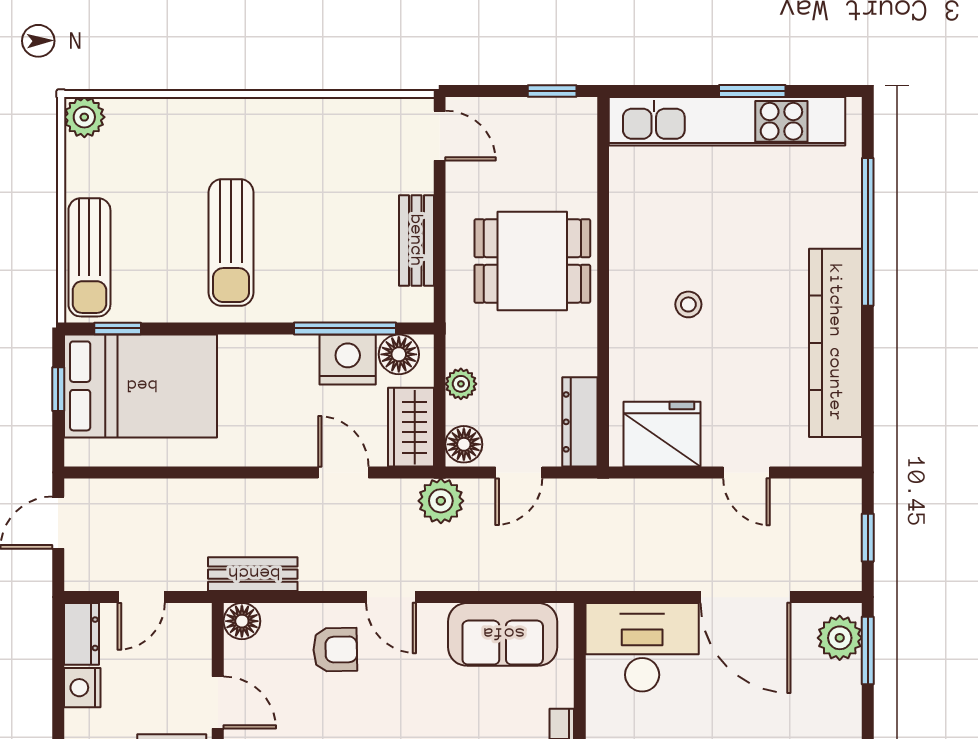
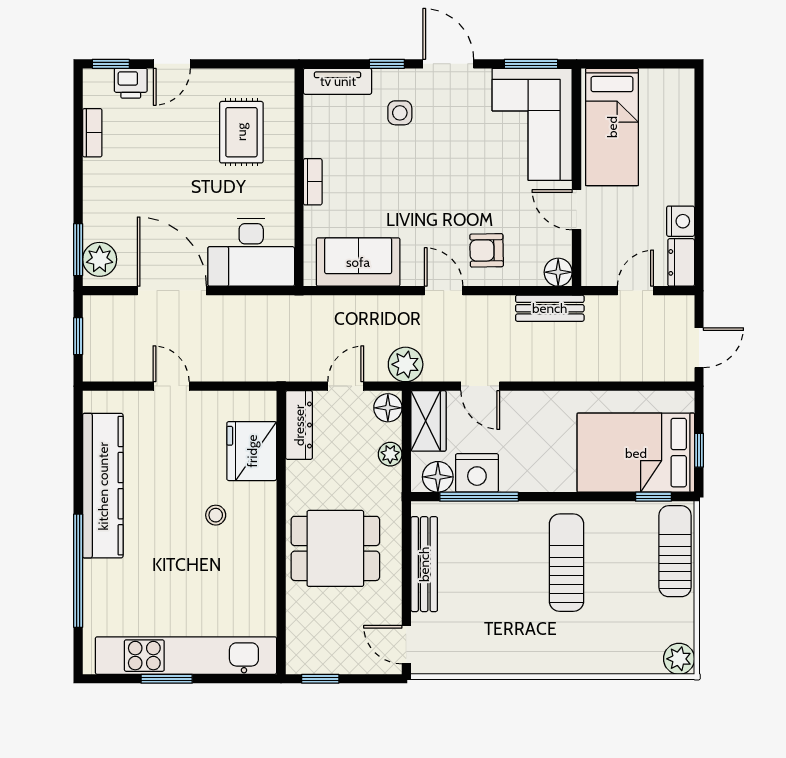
bench: (417, 241) -> (424, 564), width x1.36
fridge: (662, 434) -> (252, 451), moved, turned 90

